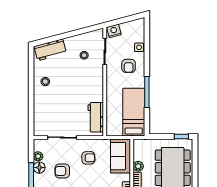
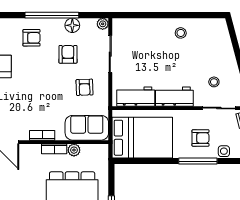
workbench: (50, 50) -> (174, 97), moved, turned 105
armchair: (129, 66) -> (201, 138), turned 180
window: (147, 92) -> (198, 161), moved
bed: (134, 112) -> (142, 138), width x1.50
plant: (38, 156) -> (103, 24), moved

